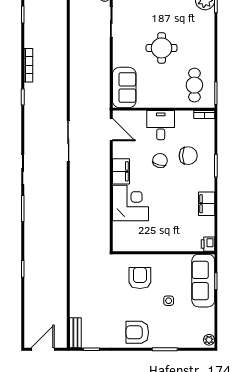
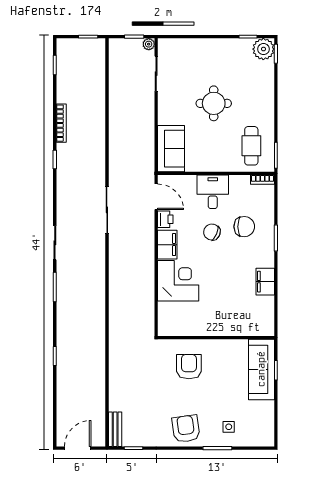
chair: (160, 160) -> (212, 232), turned -82
printer: (208, 244) -> (165, 219), moved, turned 180
side table: (169, 301) -> (229, 427), moved
armchair: (137, 332) -> (186, 429), turned 82
plant: (209, 340) -> (268, 437), removed

